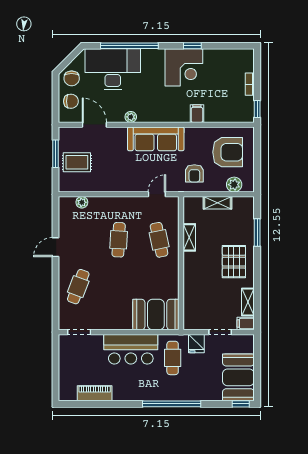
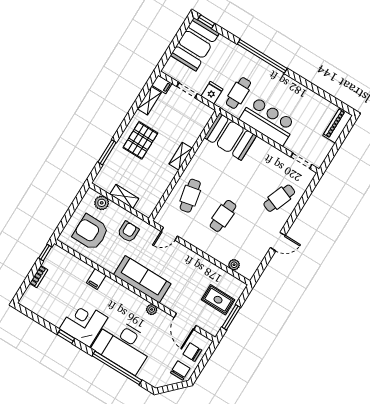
desk: (113, 69) -> (123, 345), moved
shelving: (189, 237) -> (181, 156), moved
piano: (95, 393) -> (338, 125), moved, turned 90

